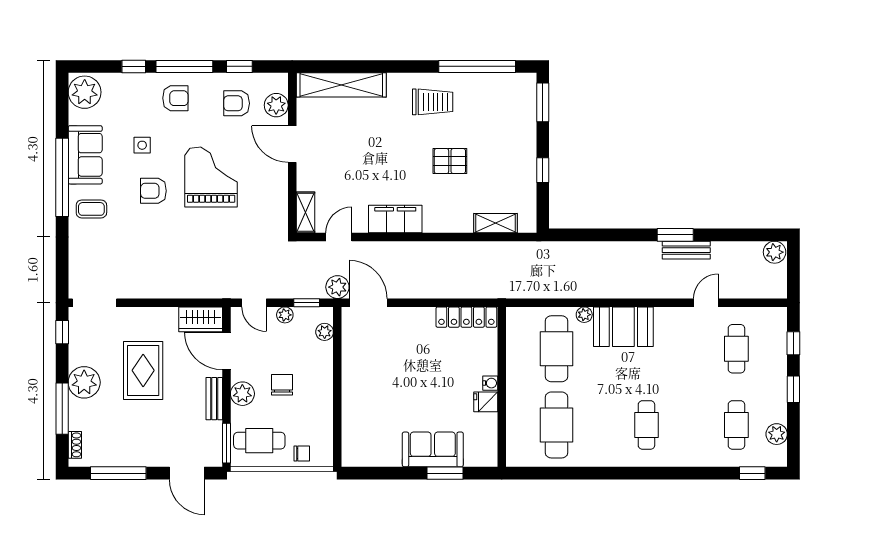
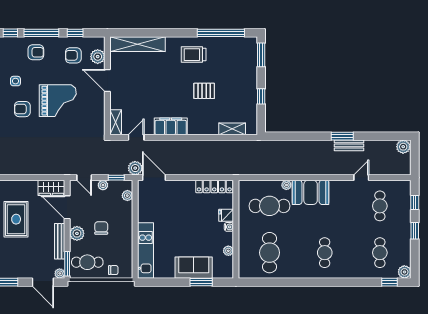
trolley: (433, 102) -> (194, 55), turned 180
grand piano: (211, 177) -> (58, 101), turned 90
cafe table: (556, 349) -> (270, 206), turned 90
bench: (214, 399) -> (60, 241), width x1.36
fridge: (486, 402) -> (226, 215), moved
kitchen unit: (354, 421) -> (146, 250), added
plant: (489, 422) -> (228, 251), added
plant: (777, 434) -> (404, 272), moved
plant: (214, 459) -> (60, 273), added

